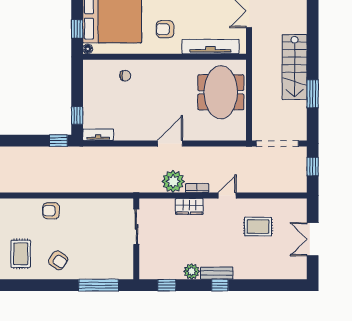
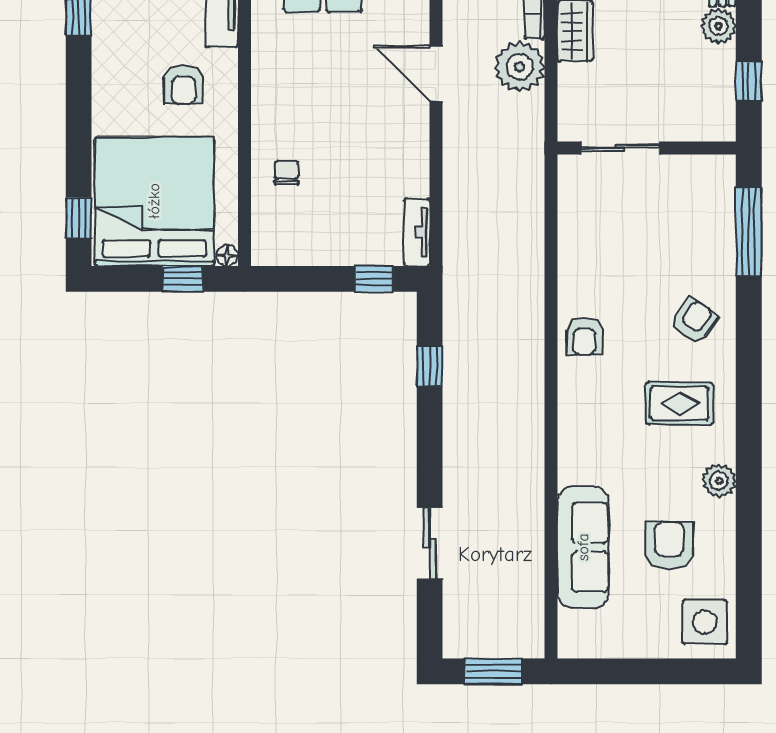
window: (58, 141) -> (430, 366), moved

